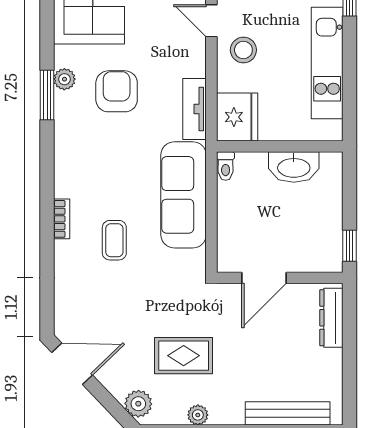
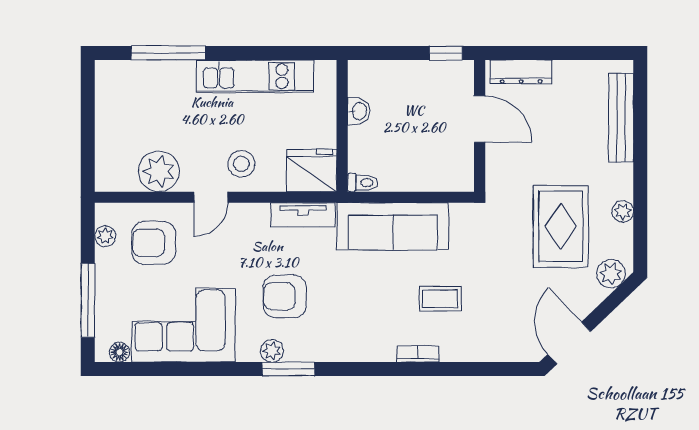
washbasin: (294, 167) -> (359, 111), width x0.52, depth x0.69
door: (264, 278) -> (480, 119), moved
rug: (184, 356) -> (561, 226), width x1.36, depth x1.43

